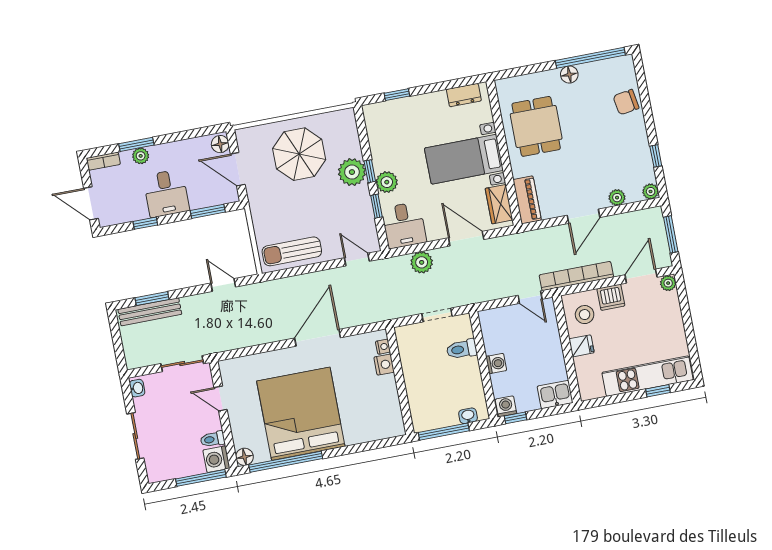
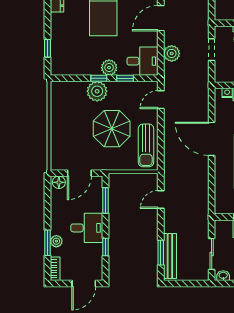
parasol: (299, 154) -> (112, 129), moved
sliding door: (182, 364) -> (212, 254), moved

